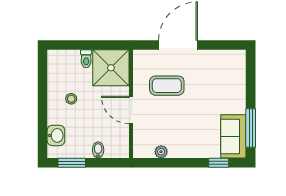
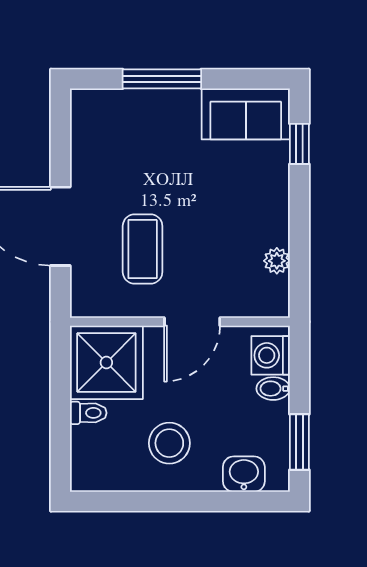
stool: (71, 99) -> (169, 443), width x1.89, depth x1.89
window: (251, 128) -> (162, 79), moved
washing machine: (114, 149) -> (271, 355), added

